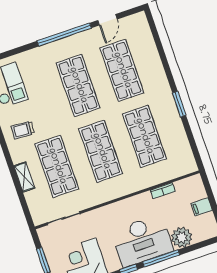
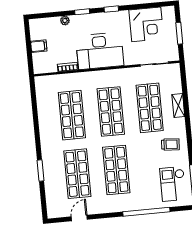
window: (64, 35) -> (146, 212), moved
window: (179, 104) -> (40, 171), moved
plant: (182, 237) -> (65, 21), width x0.53, depth x0.53
desk: (142, 241) -> (100, 51), moved, turned 180
window: (161, 258) -> (82, 12), width x0.46

